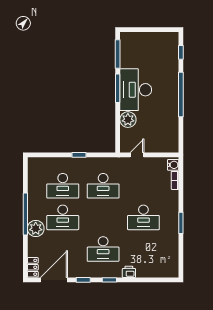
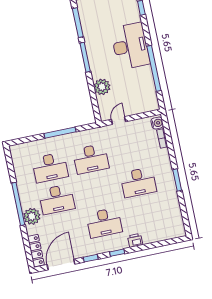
desk: (136, 90) -> (130, 46), moved, turned 180
window: (181, 95) -> (154, 68), moved
window: (79, 155) -> (60, 133), width x2.17
locker: (33, 267) -> (36, 251), width x1.53

